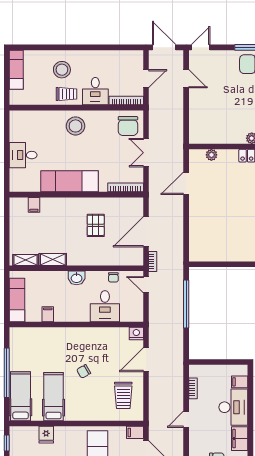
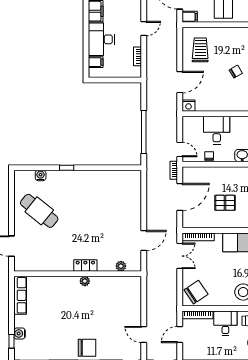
chair: (128, 126) -> (196, 292), turned 56
double door: (146, 153) -> (180, 256), moved
pallet: (96, 225) -> (225, 203), turned 90

